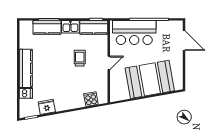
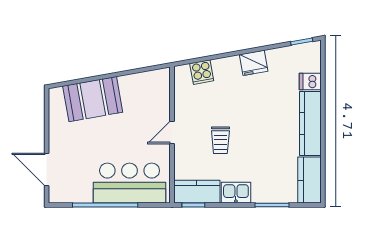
kitchen counter: (47, 27) -> (310, 180), moved, turned -90
booth: (150, 79) -> (93, 99), width x0.73, depth x0.70
fridge: (47, 107) -> (254, 63), moved

